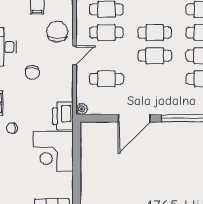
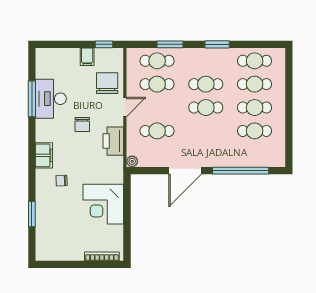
printer: (63, 116) -> (113, 141), moved

